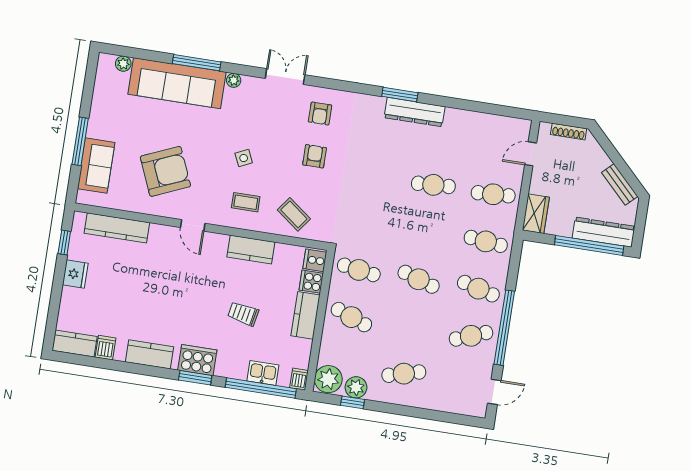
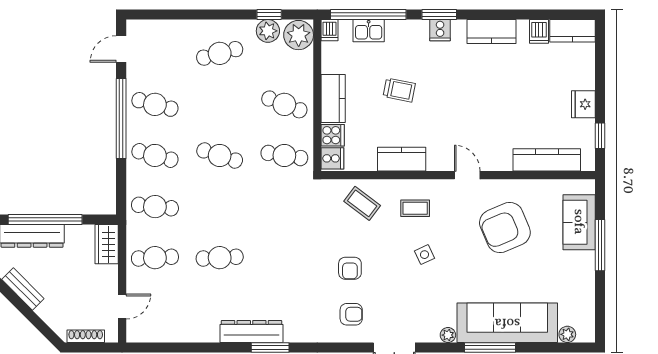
armchair: (320, 114) -> (351, 314), turned 90
cafe table: (471, 336) -> (155, 104), turned 36
cooker: (197, 360) -> (440, 30), width x0.53, depth x0.76

